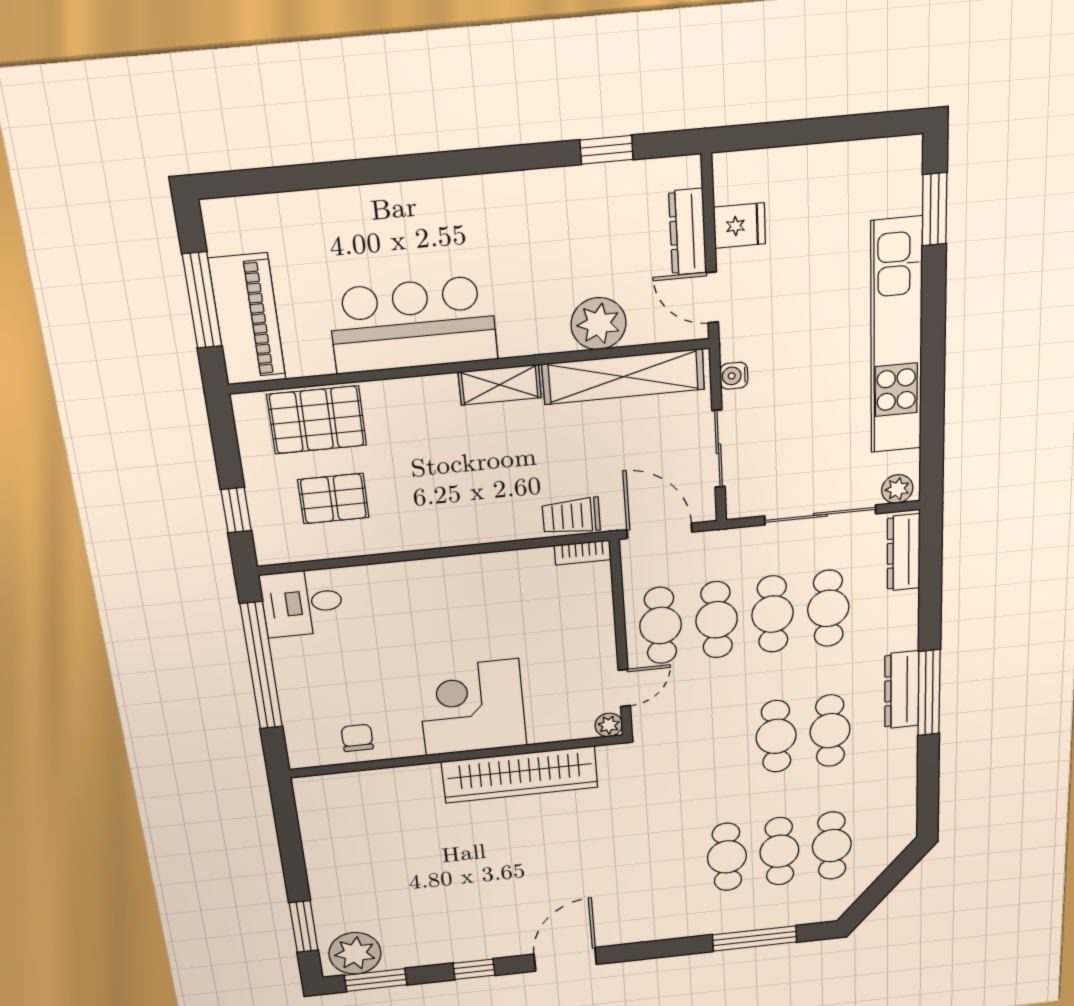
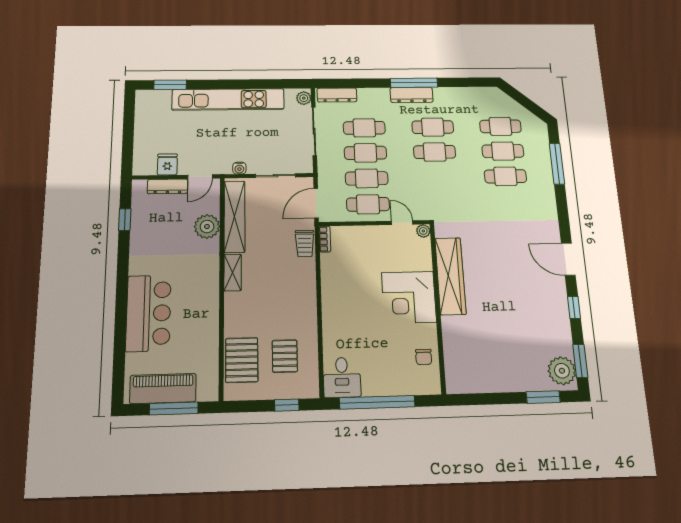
piano: (247, 320) -> (163, 389), moved
bar counter: (413, 325) -> (148, 313), moved, turned 180
chair: (357, 738) -> (424, 357), turned -90

